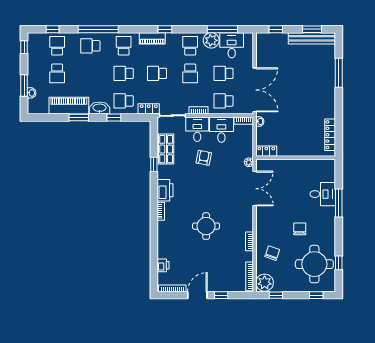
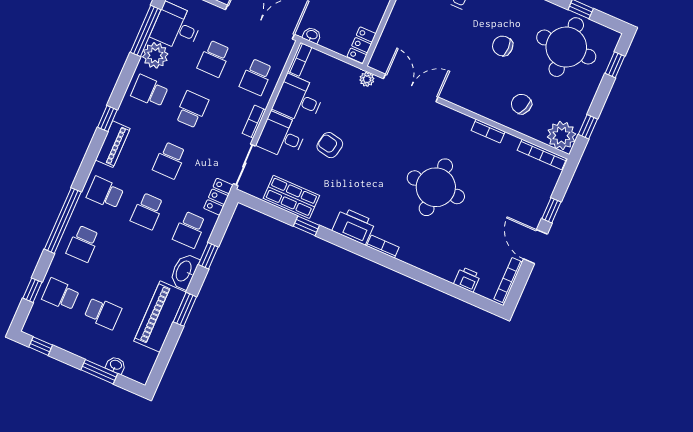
school desk: (190, 73) -> (192, 109), turned -90
round table: (206, 226) -> (436, 187), width x1.36, depth x1.36

